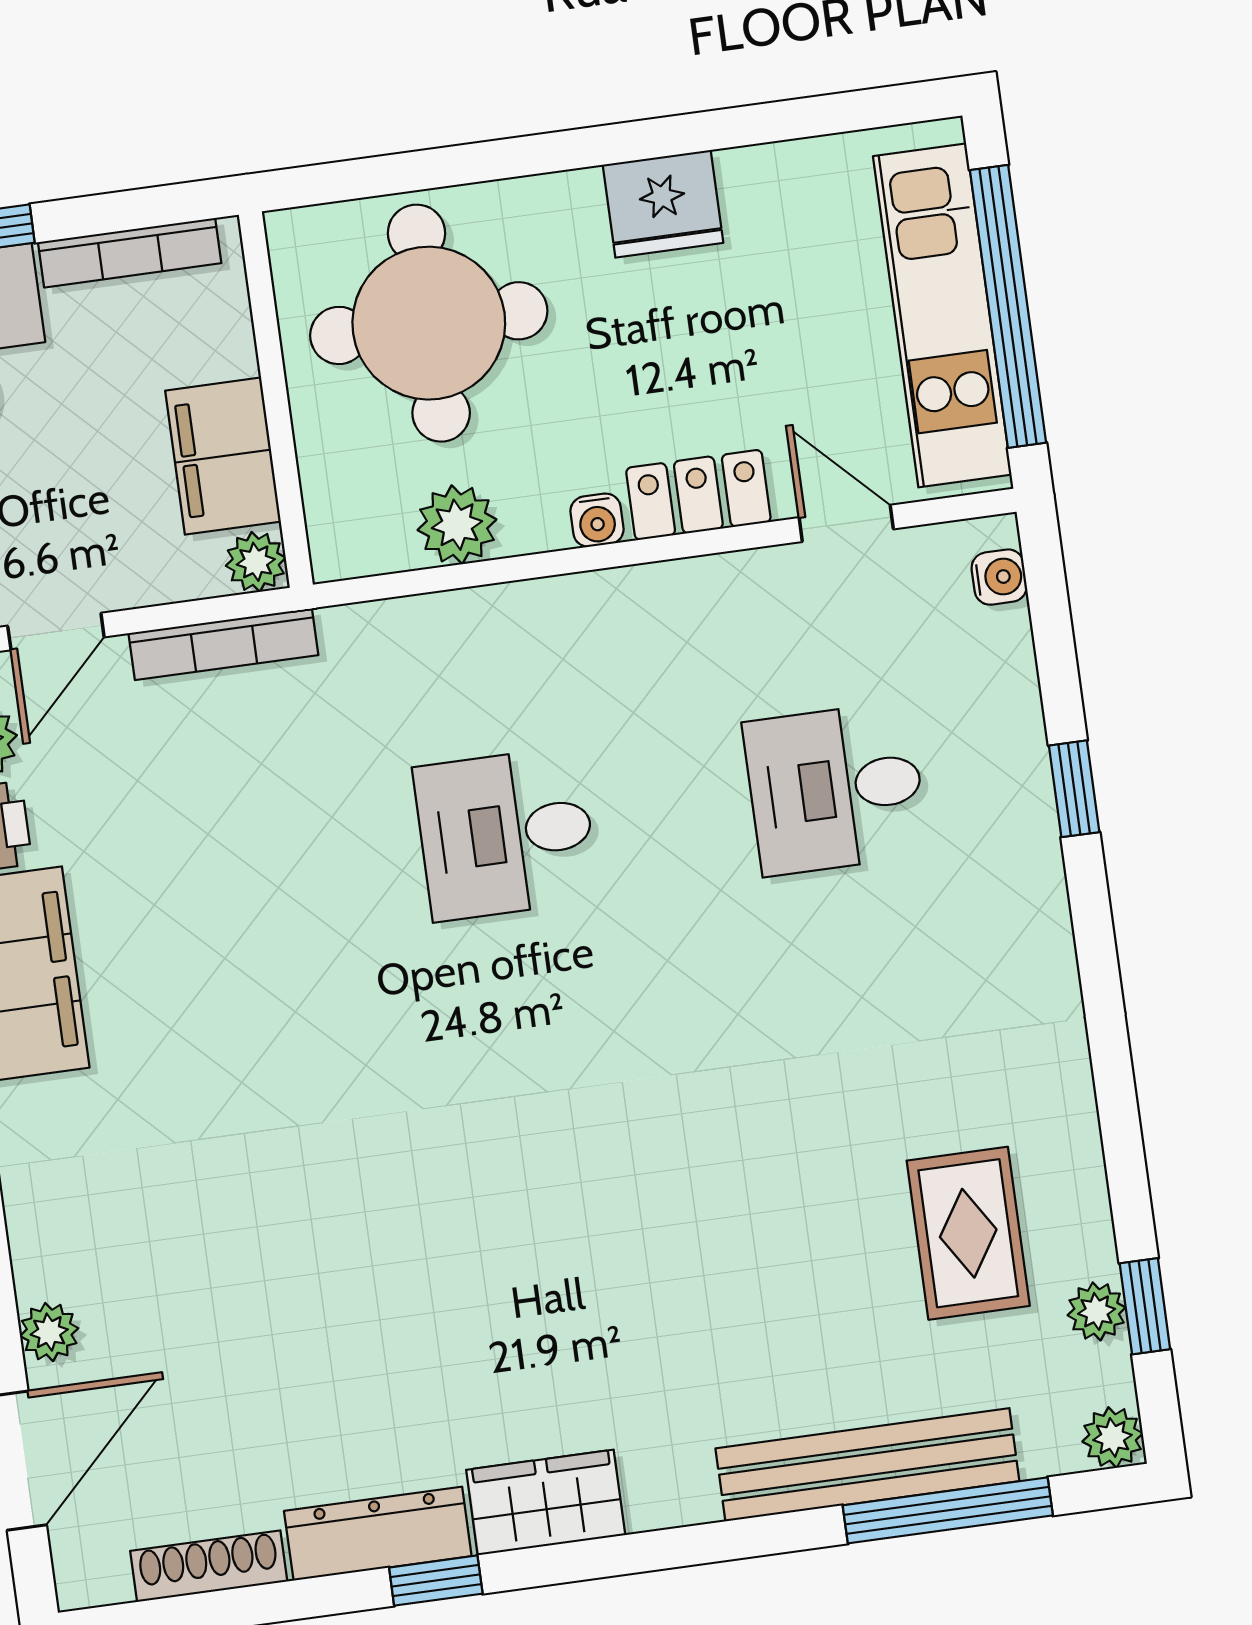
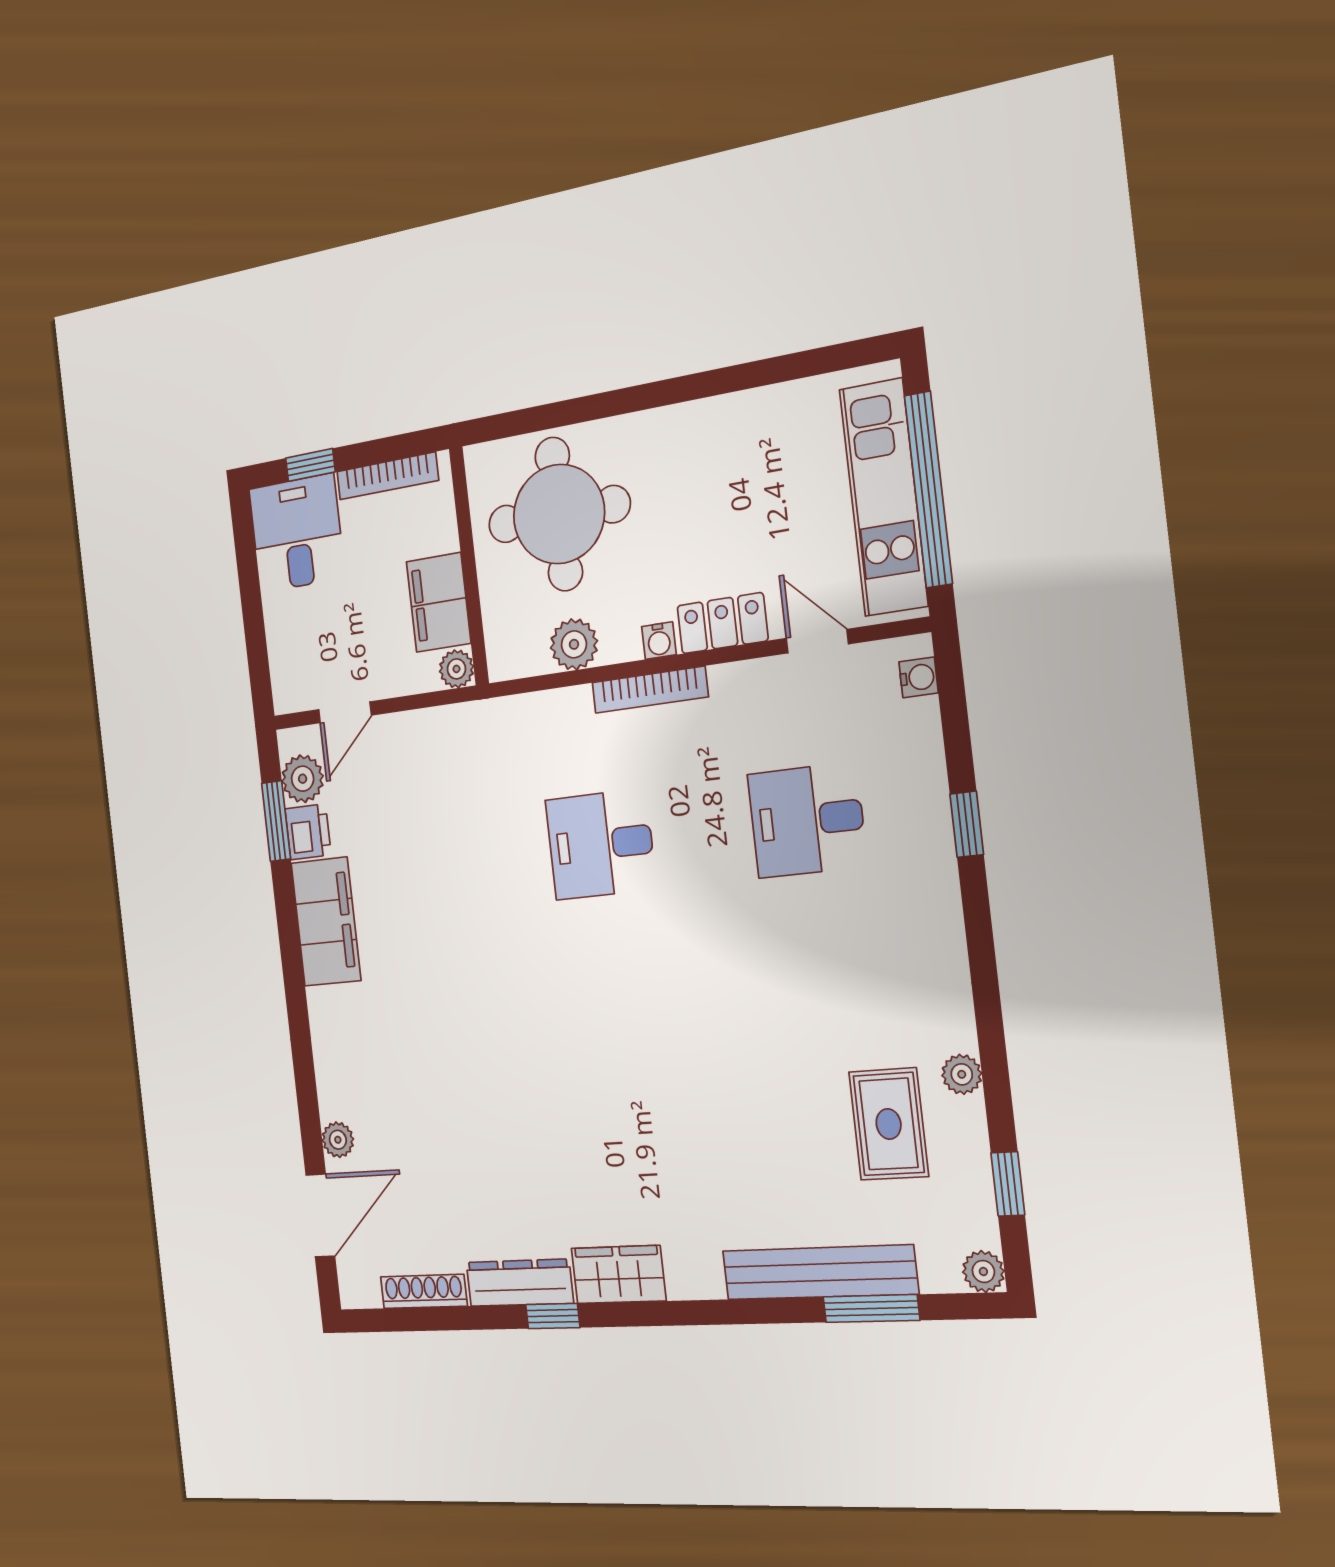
fridge: (663, 204) -> (703, 429), removed
bookcase: (223, 644) -> (650, 690), moved
plant: (1097, 1311) -> (962, 1074), moved
window: (948, 1510) -> (871, 1308), width x0.69

